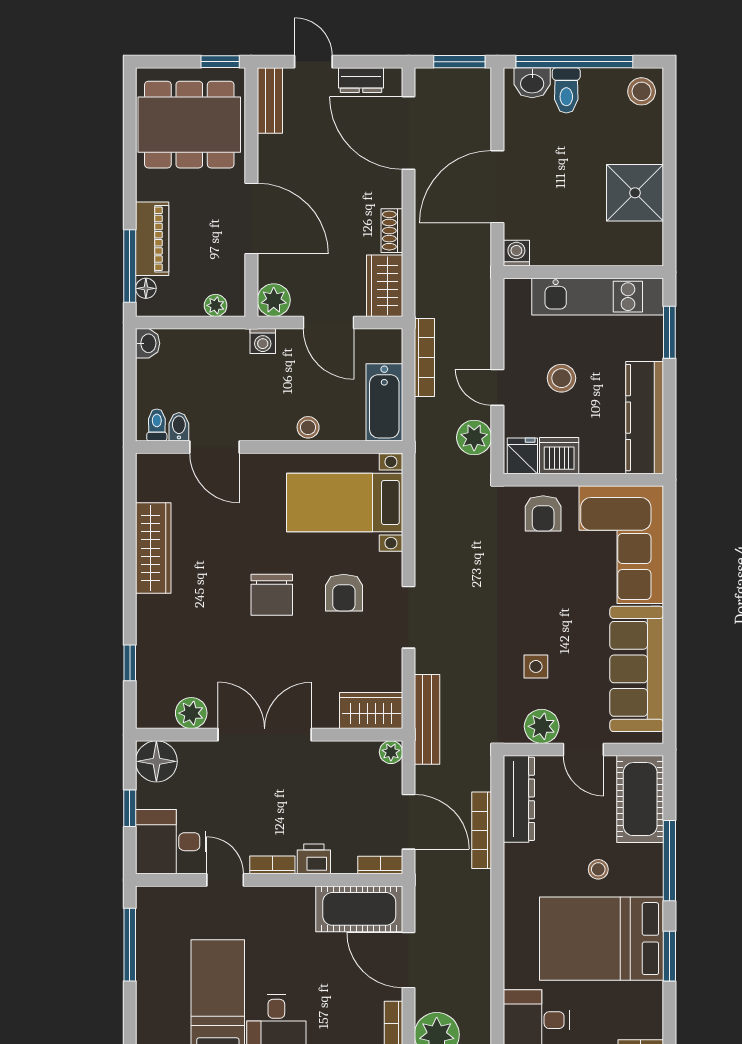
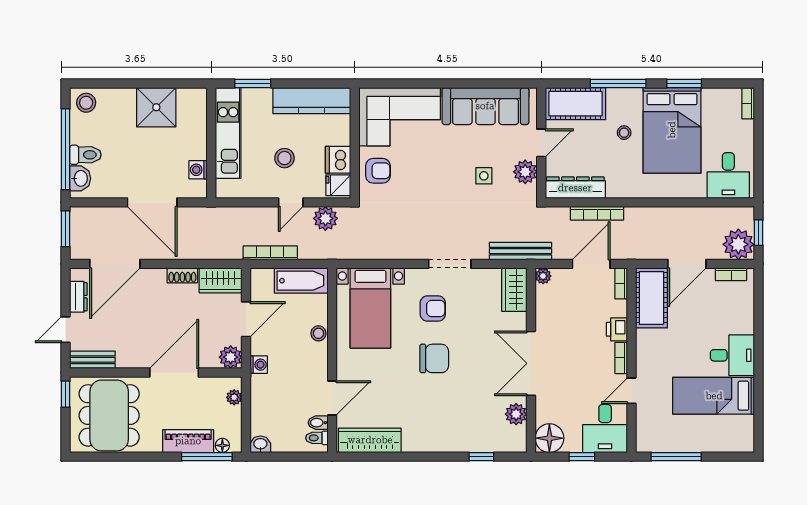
washing machine: (516, 253) -> (198, 170), moved
wardrobe: (153, 548) -> (370, 440), moved

